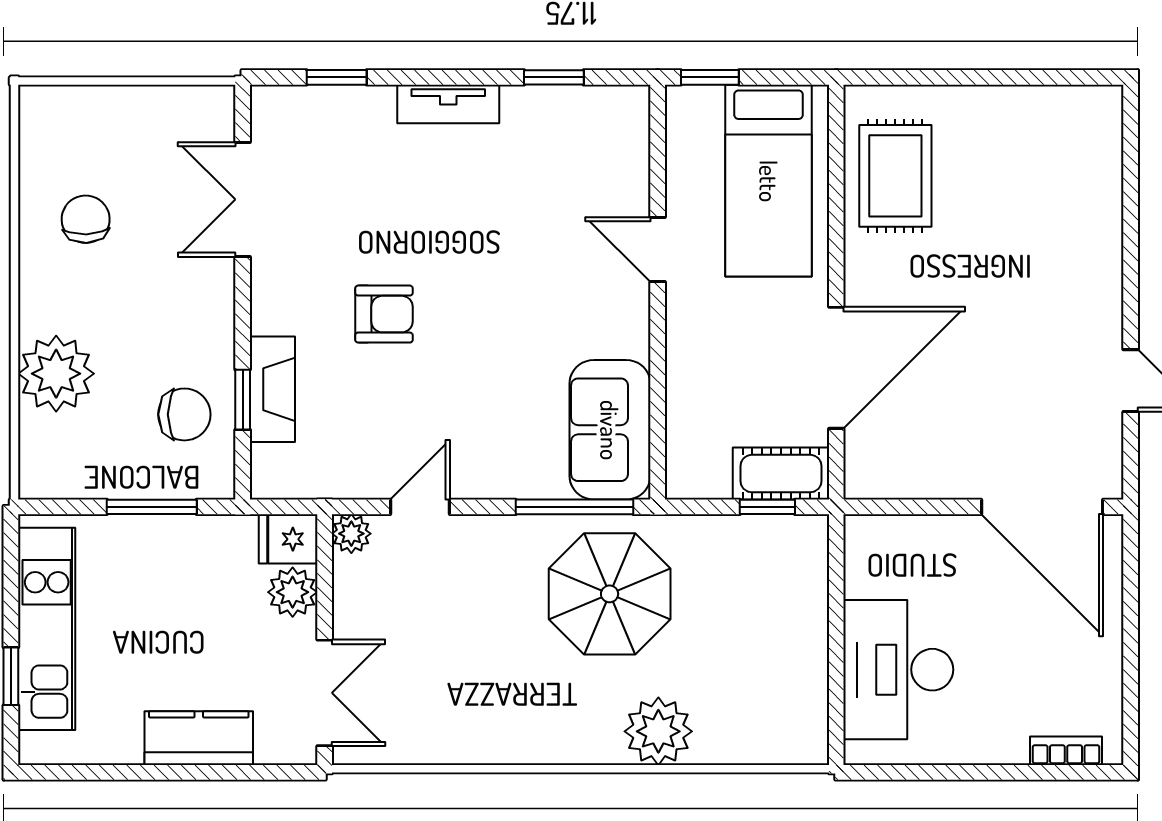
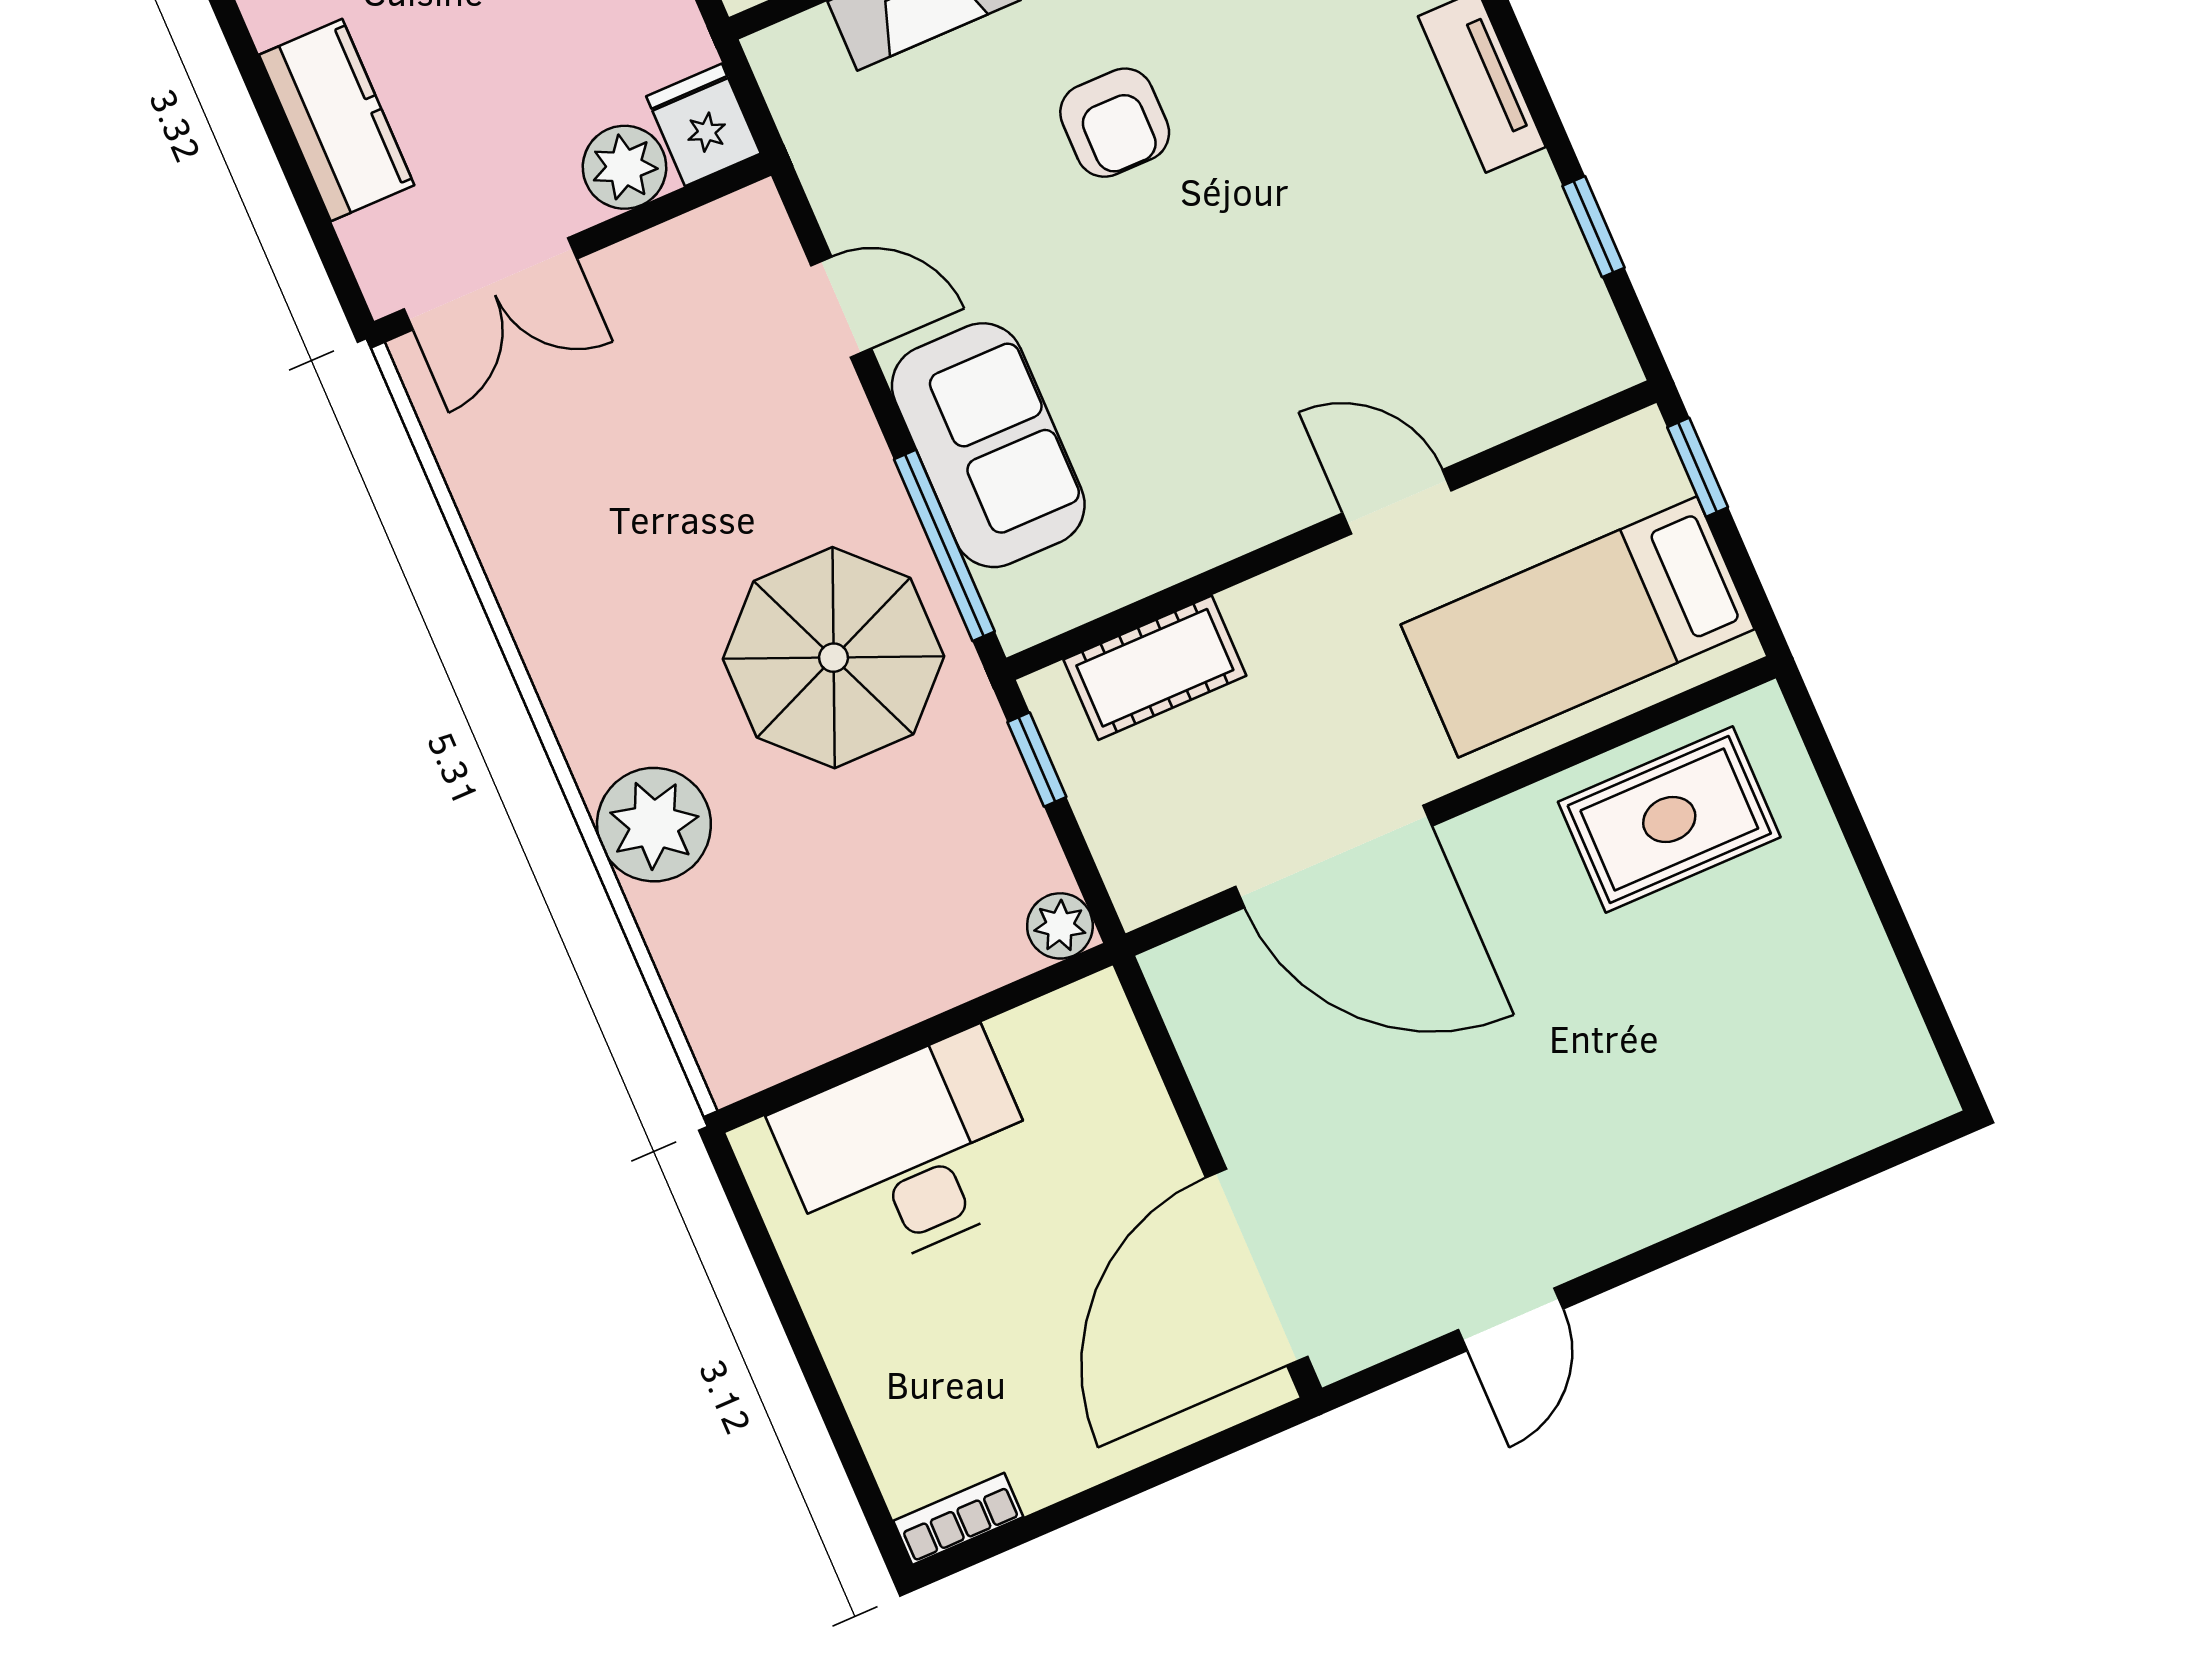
door: (658, 250) -> (1397, 502), hinge flipped
sofa: (610, 430) -> (988, 445), moved, turned 90
cot: (781, 474) -> (1155, 668), moved, turned 90
window: (767, 507) -> (1037, 759), moved
plant: (351, 534) -> (1060, 926), moved
bookcase: (1066, 751) -> (958, 1519), moved, turned -90

